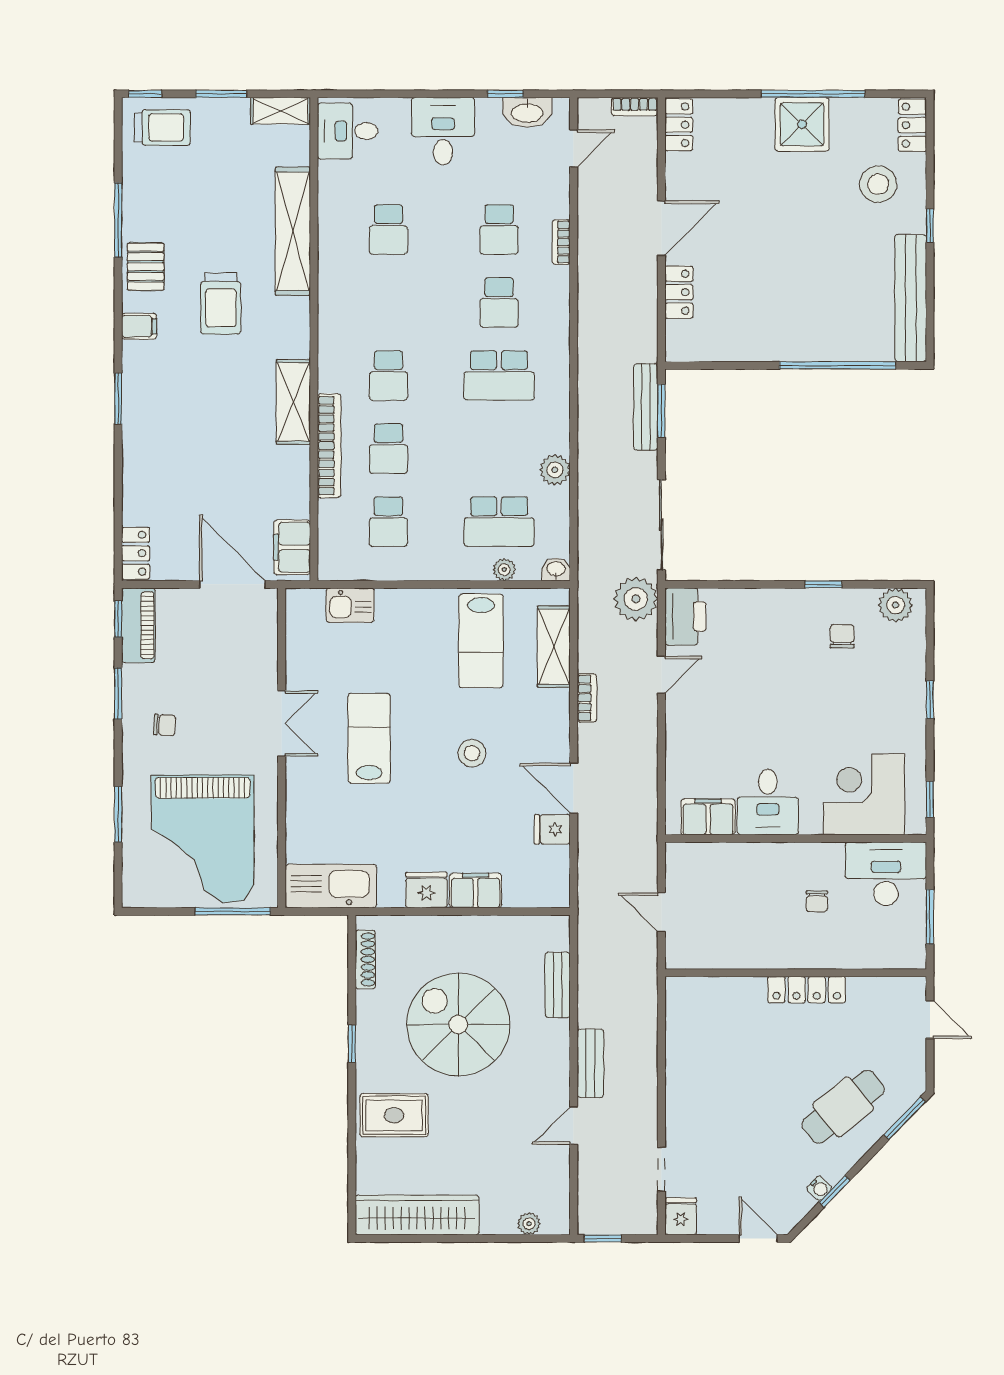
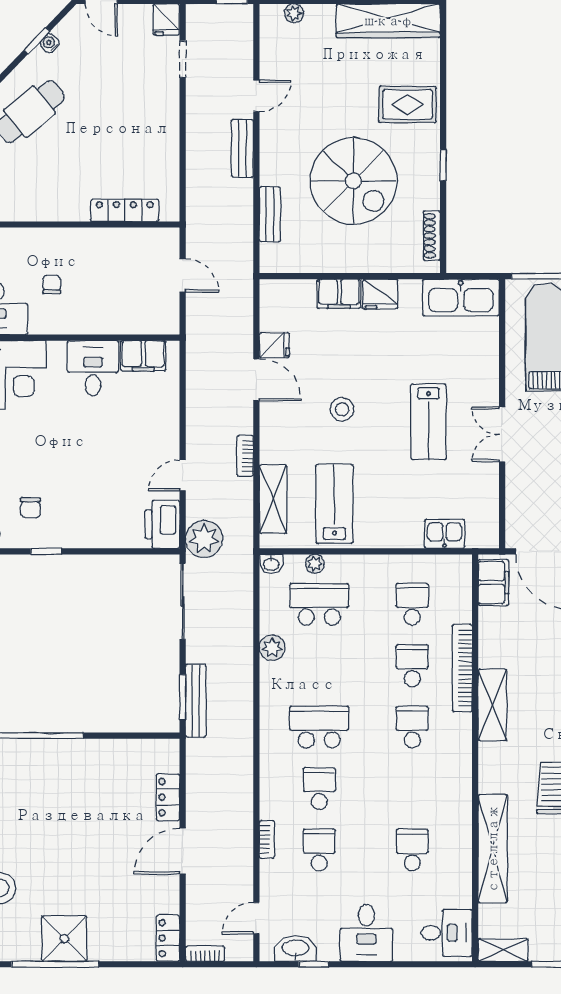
locker: (807, 990) -> (125, 210), moved

